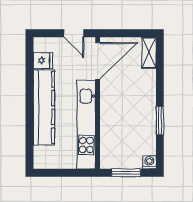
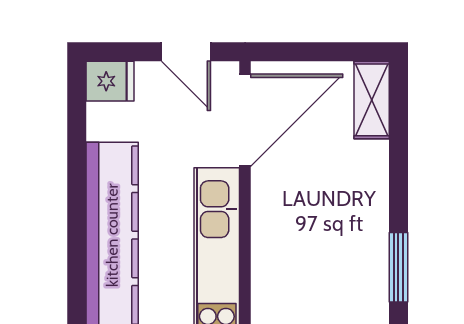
fridge: (43, 61) -> (110, 81), moved

